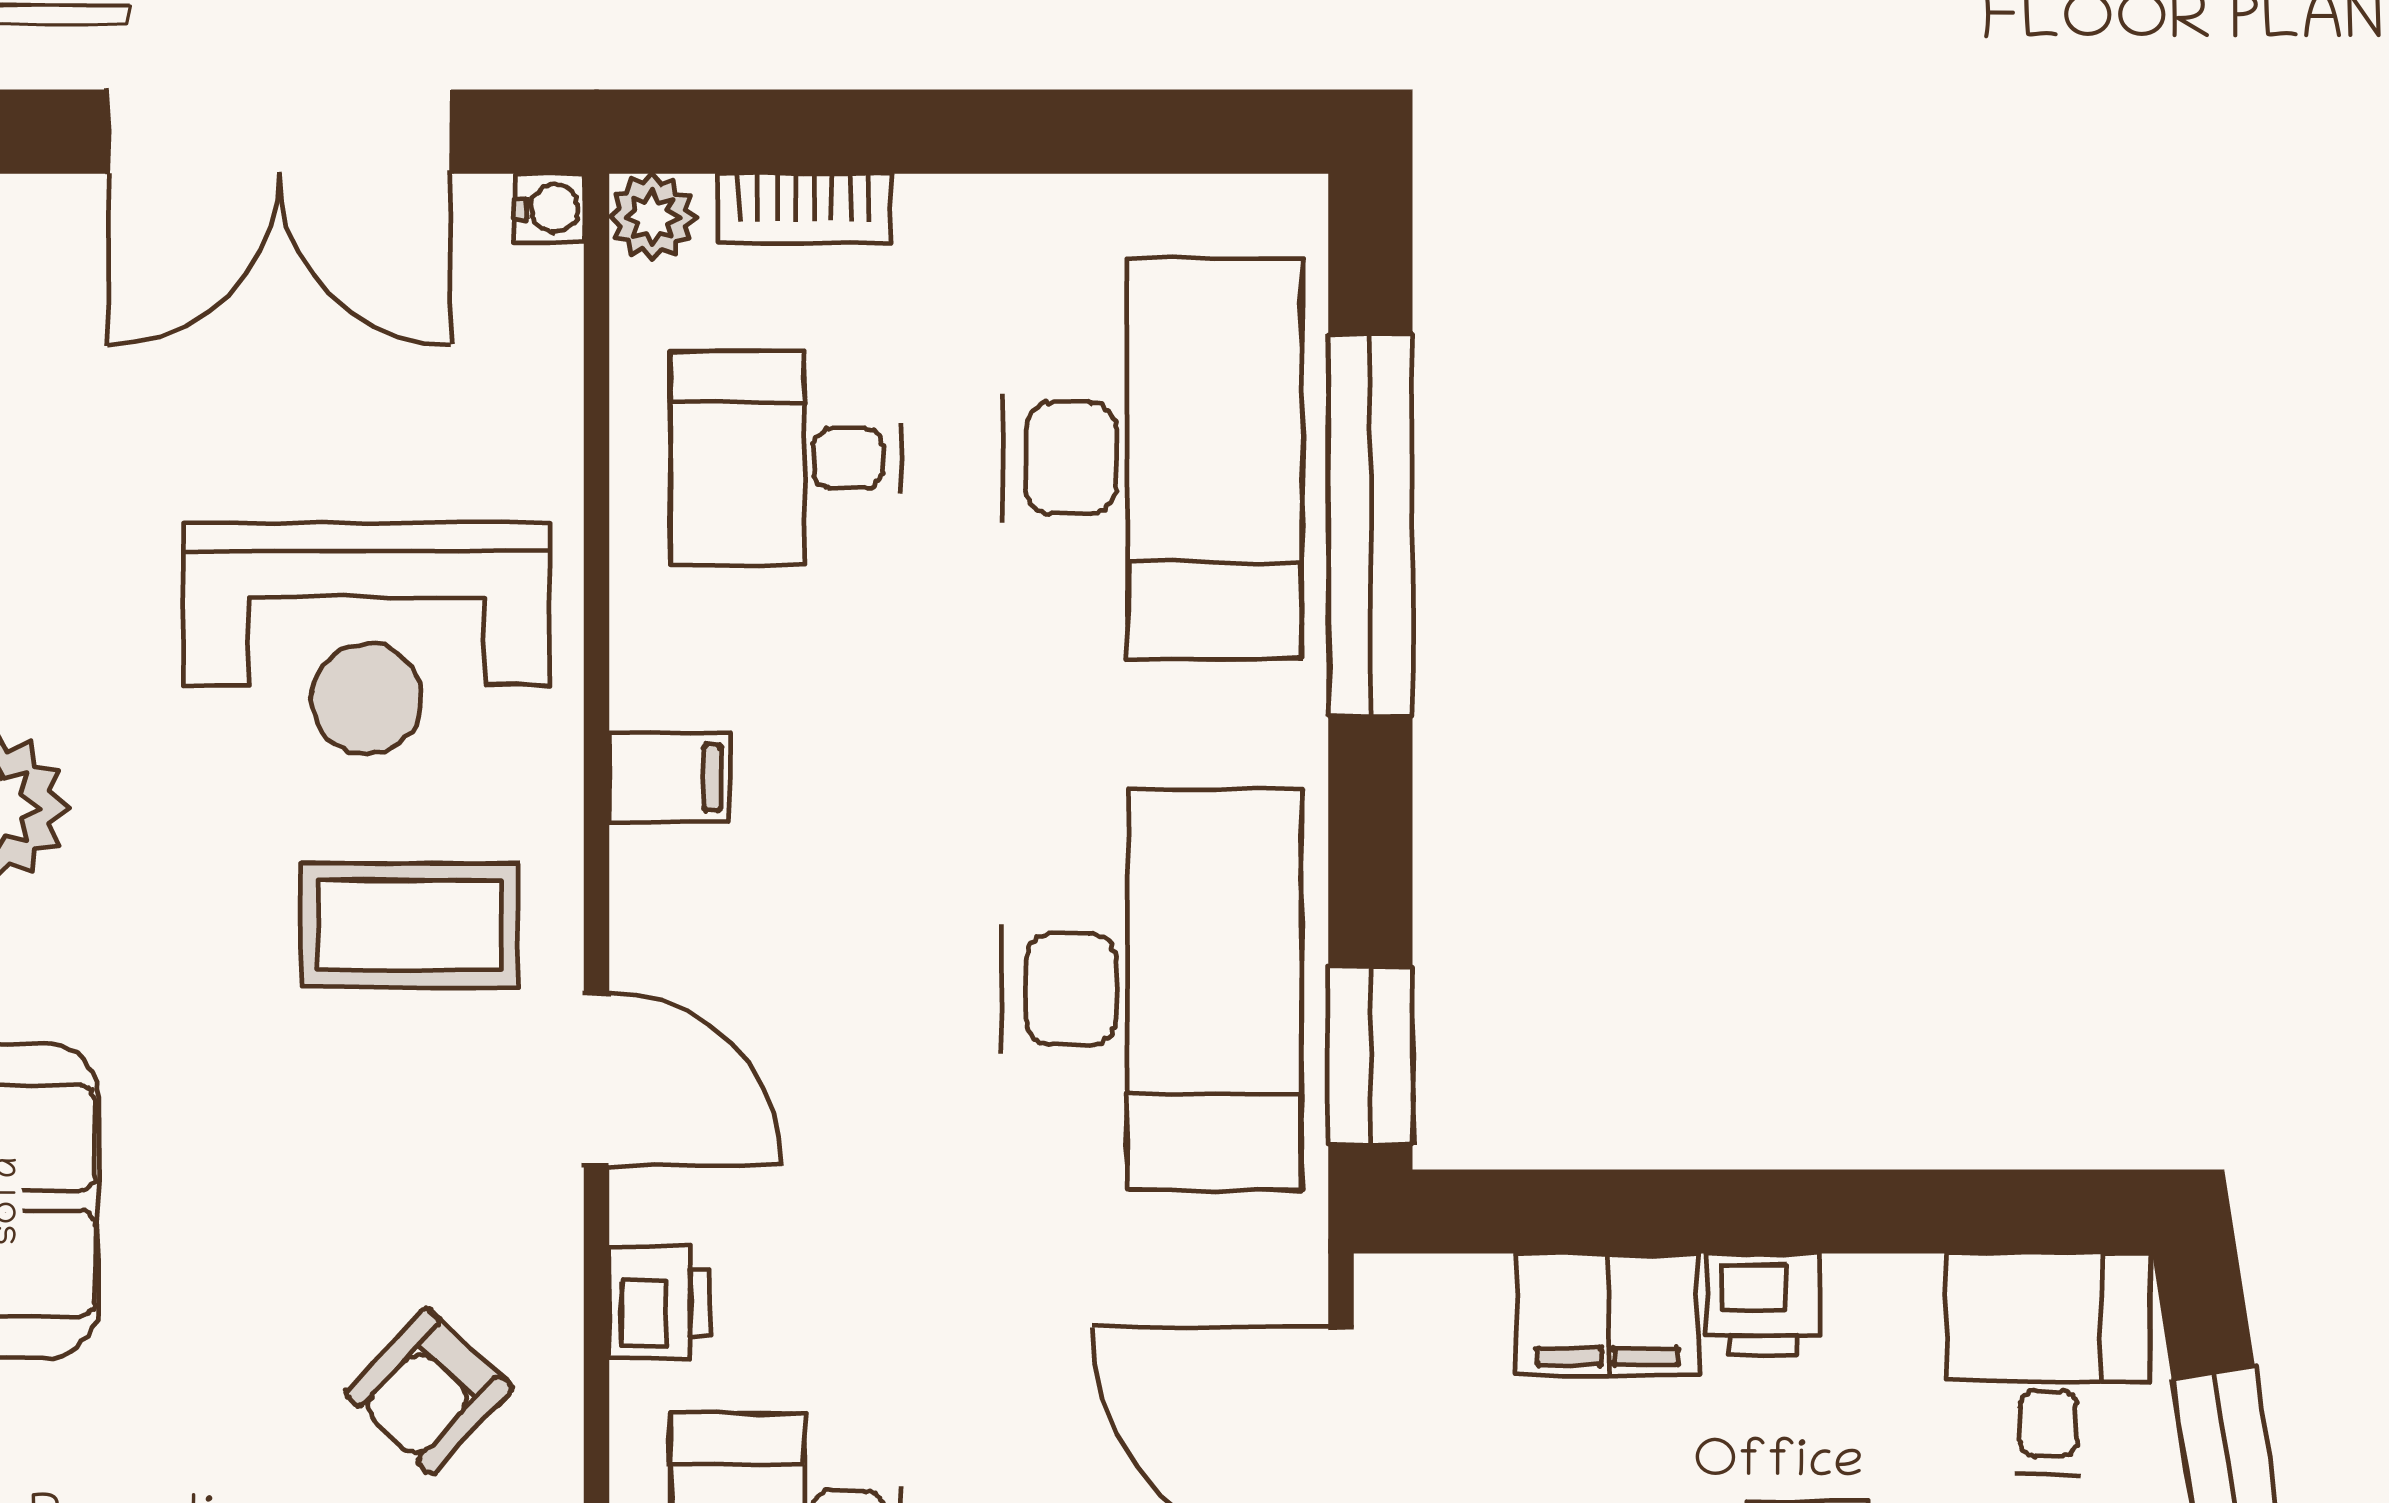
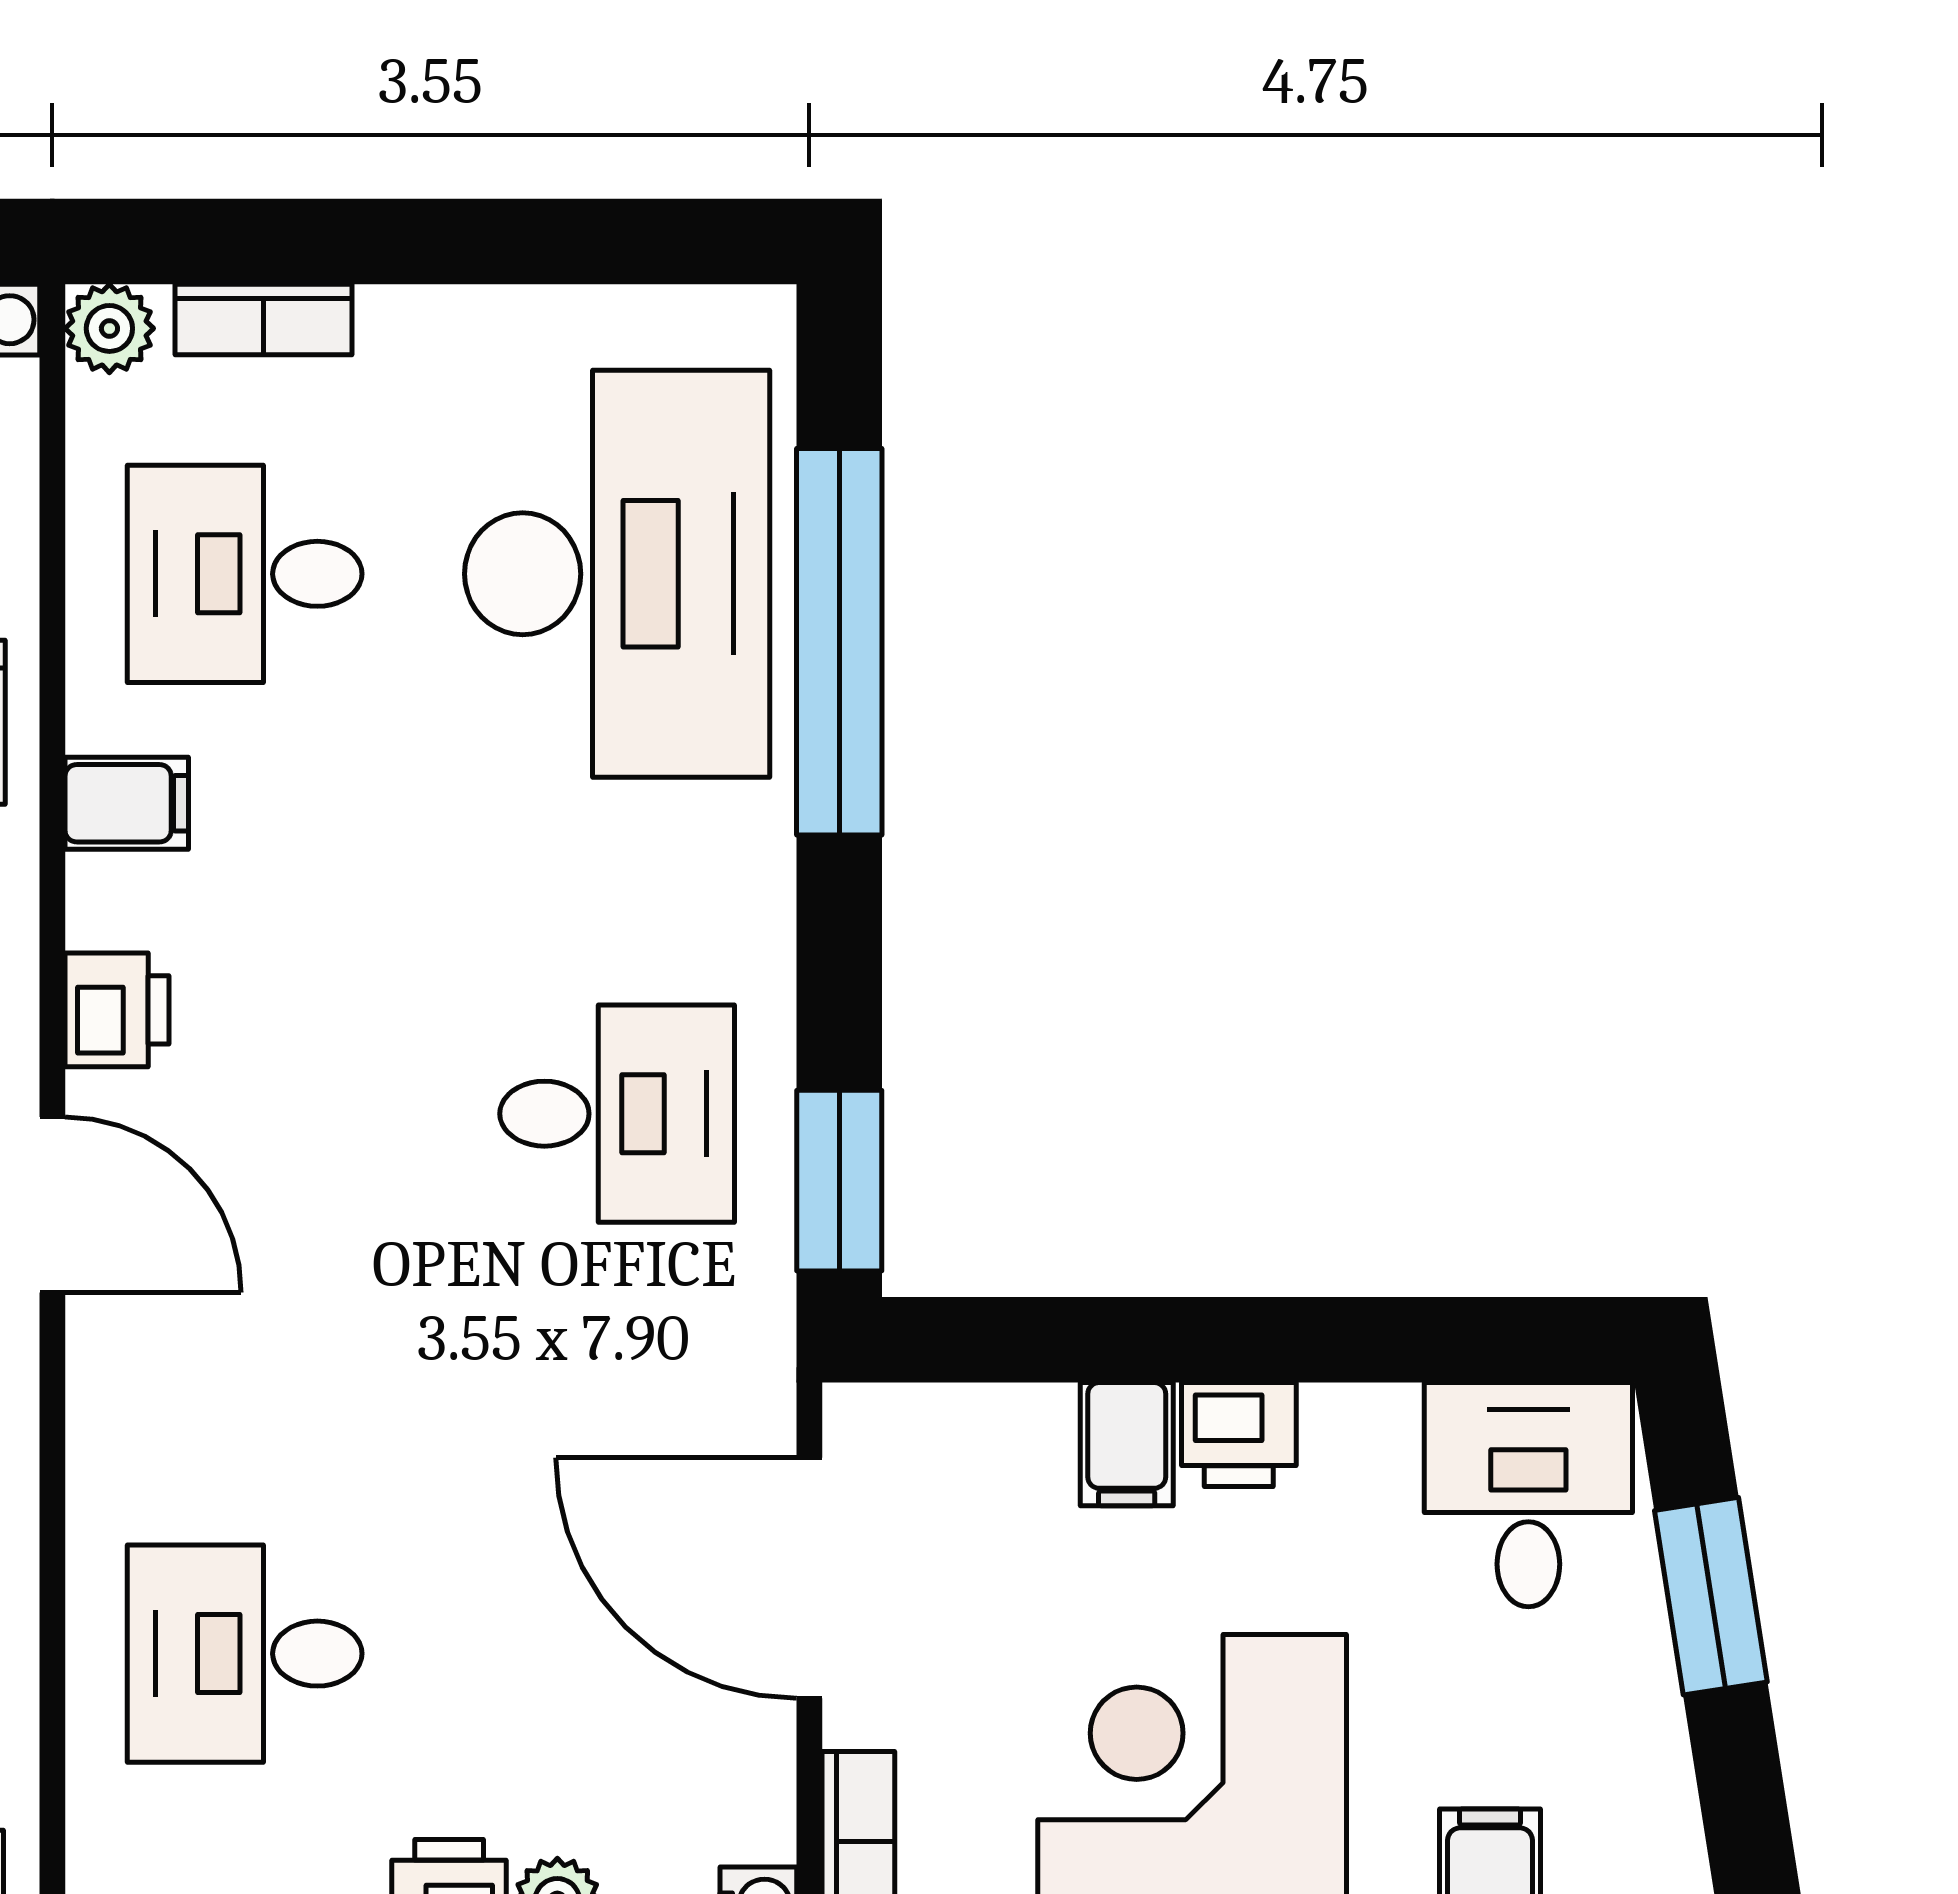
filing cabinet: (670, 777) -> (127, 803), moved
desk: (1152, 989) -> (617, 1114), width x0.53, depth x0.77
printer: (660, 1303) -> (117, 1010), moved
filing cabinet: (1608, 1314) -> (1127, 1444), width x0.50

